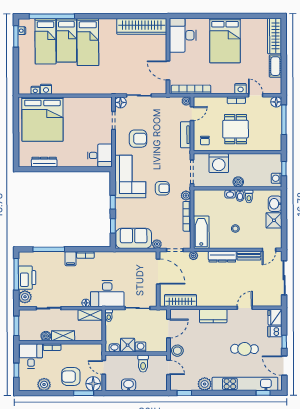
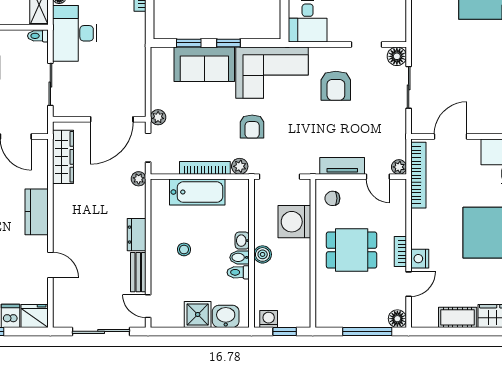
bathtub: (201, 232) -> (197, 192), moved
sofa: (134, 238) -> (204, 64), moved, turned 90
dresser: (222, 257) -> (137, 235), width x0.70

